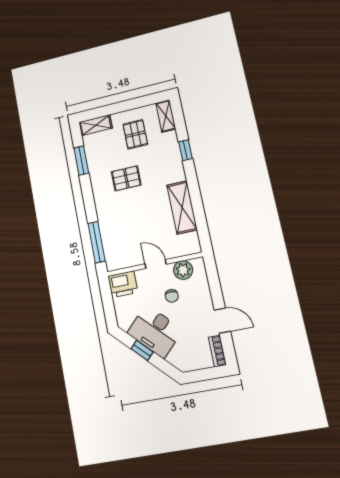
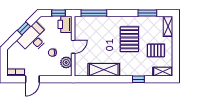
pallet: (126, 178) -> (129, 39), width x1.50, depth x1.42
window: (107, 298) -> (59, 13), added

